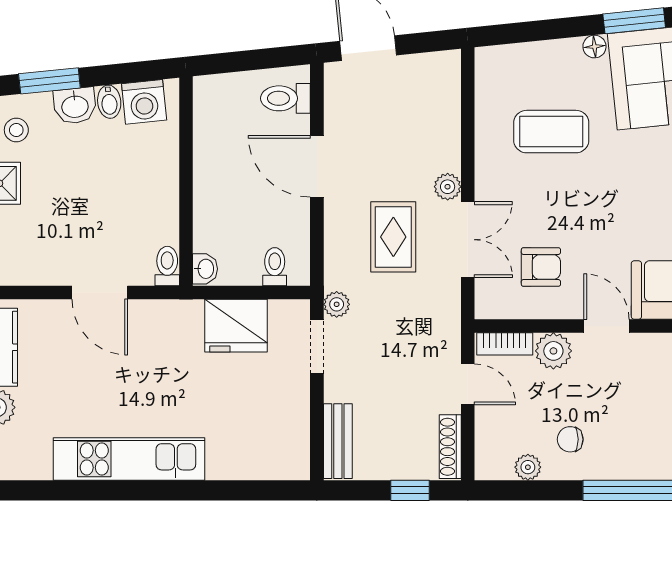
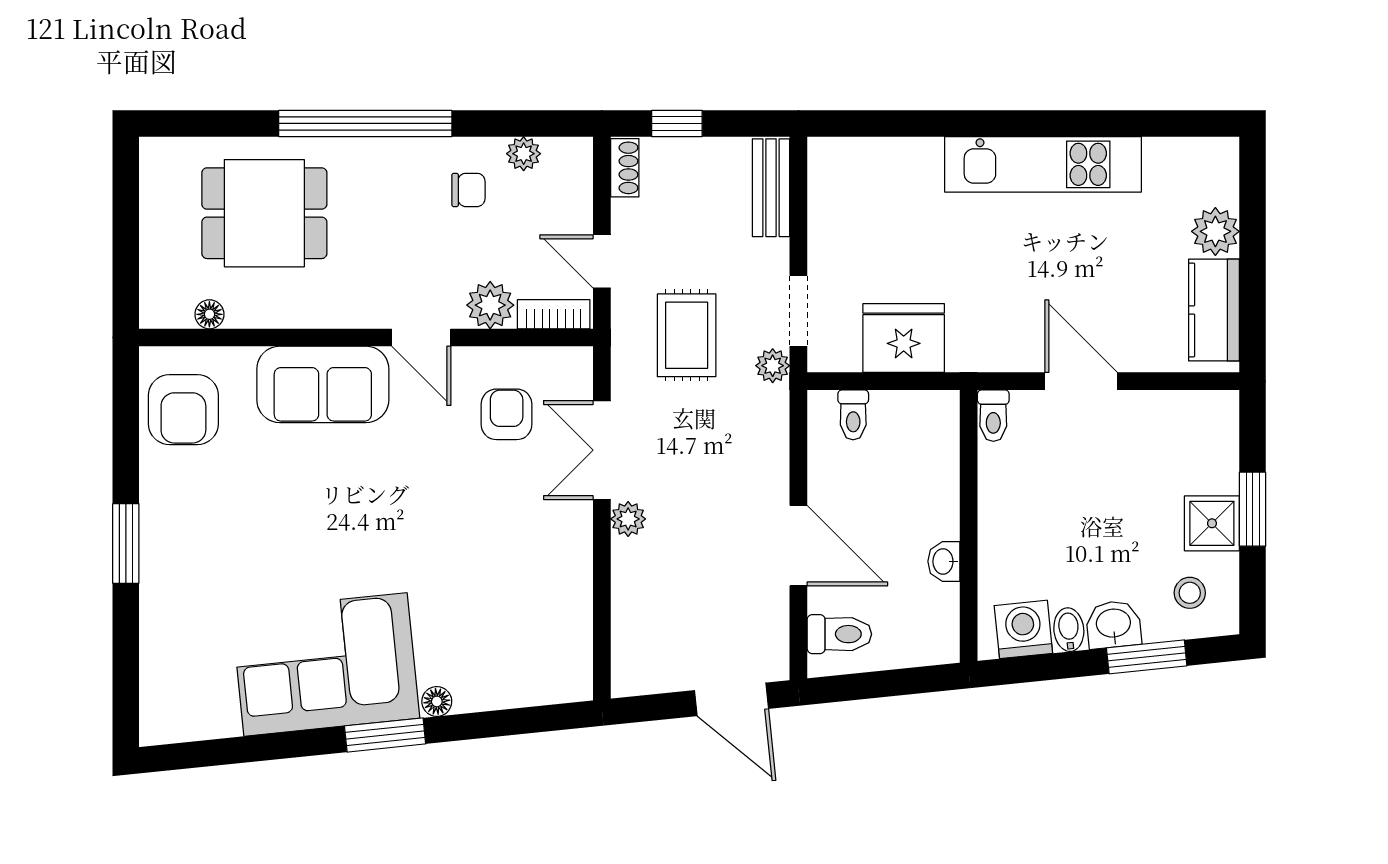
coffee table: (551, 132) -> (493, 591), removed
rug: (393, 237) -> (687, 335), moved
armchair: (541, 267) -> (507, 414), turned 90
washbasin: (205, 269) -> (944, 561), moved
shoe rack: (450, 447) -> (625, 168), width x0.70

